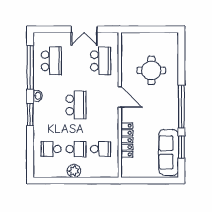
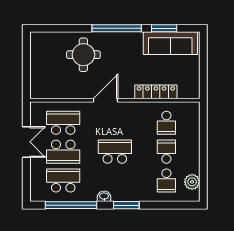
school desk: (76, 61) -> (63, 152), added
round table: (151, 70) -> (83, 55), moved
school desk: (101, 149) -> (166, 123), turned 180
plant: (74, 171) -> (192, 182), moved

